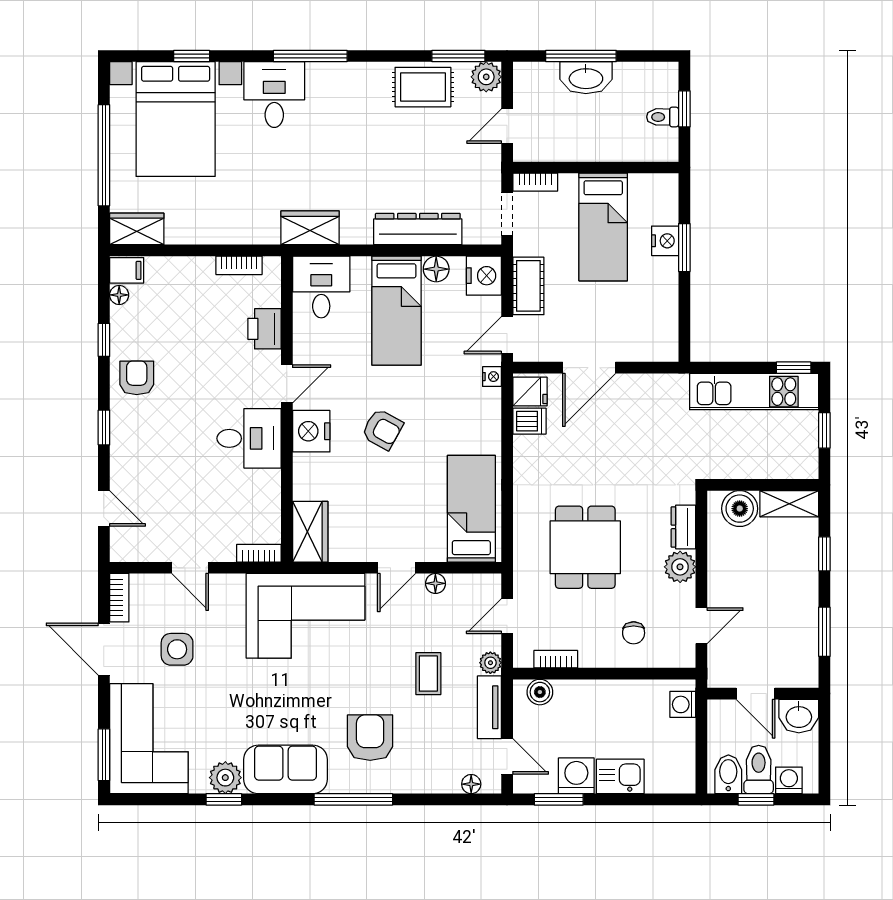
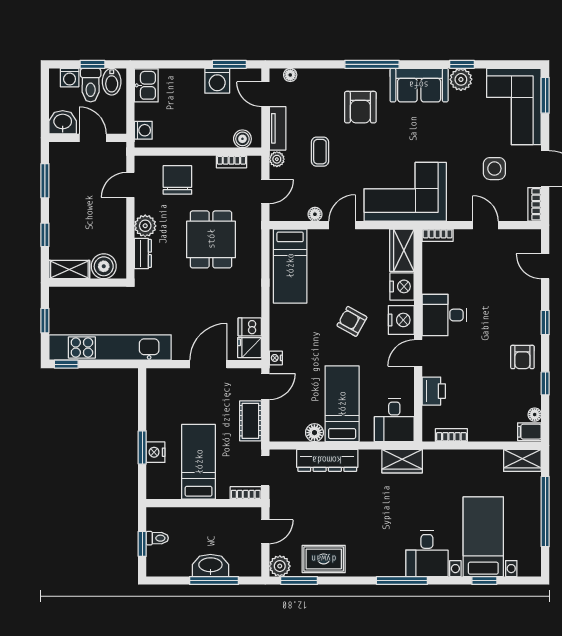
bed with nightstands: (176, 119) -> (483, 537), width x0.73
nightstand: (484, 276) -> (402, 286), moved, turned 180
kitchen unit: (754, 392) -> (110, 348), width x1.36
chair: (634, 633) -> (177, 180), width x1.87, depth x1.87
kitchen sink: (620, 776) -> (146, 85), moved, turned -90

